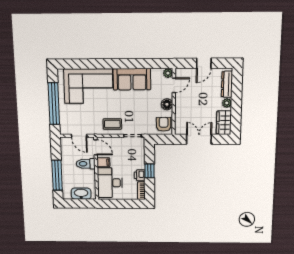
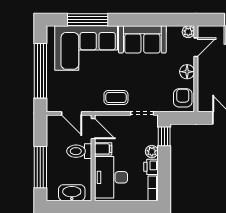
window: (89, 64) -> (88, 20), added
plant: (140, 164) -> (152, 152), added
window: (149, 171) -> (164, 136), moved

